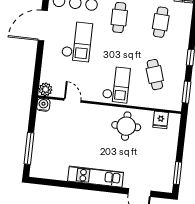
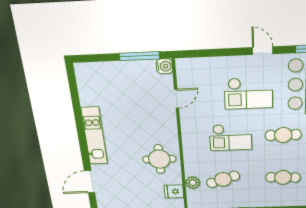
door: (43, 26) -> (263, 51), width x0.53
checkout: (116, 84) -> (231, 137), moved
plant: (46, 89) -> (193, 183), moved
window: (29, 148) -> (139, 56), moved

